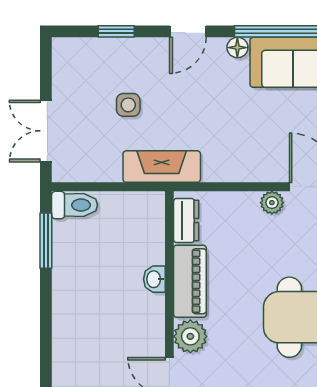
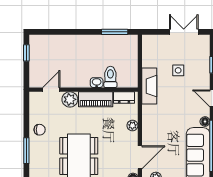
double door: (46, 131) -> (184, 32), moved
plant: (272, 203) -> (132, 125), moved
toilet: (75, 205) -> (110, 77), moved, turned 180

